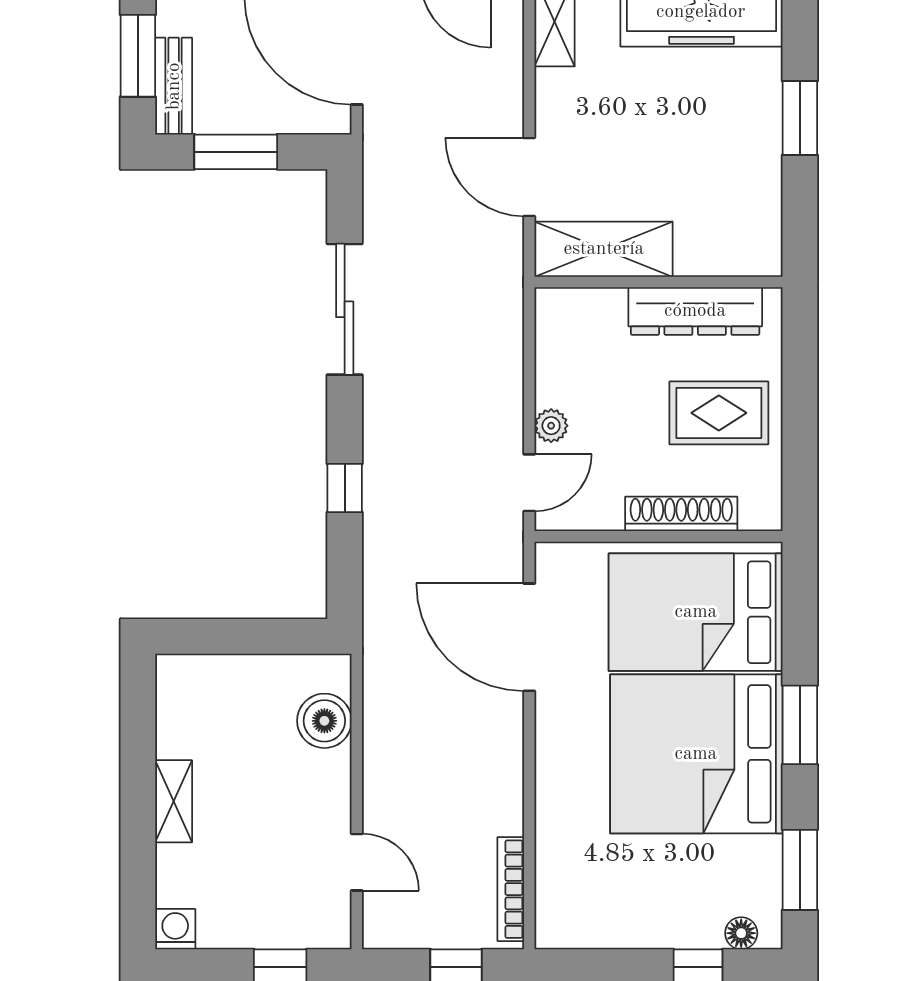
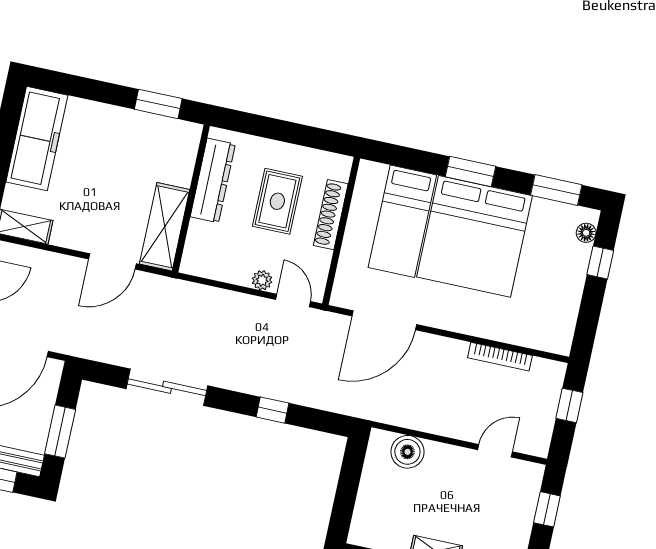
window: (800, 118) -> (158, 104), moved
rug: (719, 413) -> (277, 201), moved
bed: (696, 612) -> (402, 221), width x0.67
bookcase: (511, 889) -> (500, 357), moved

